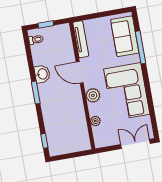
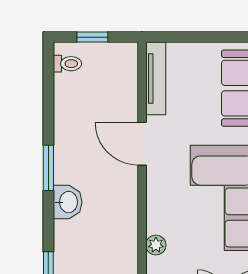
washbasin: (42, 74) -> (68, 202), moved
plant: (93, 95) -> (160, 193), removed

